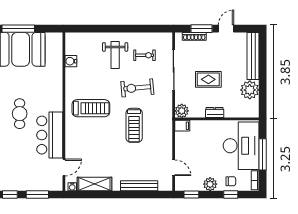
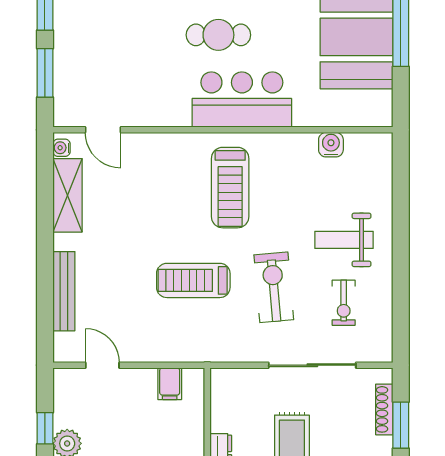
plant: (182, 111) -> (224, 383), removed
filing cabinet: (182, 126) -> (170, 384), moved
bar counter: (50, 135) -> (242, 100), moved
door: (174, 168) -> (102, 365), swing flipped
window: (191, 195) -> (45, 428), moved

